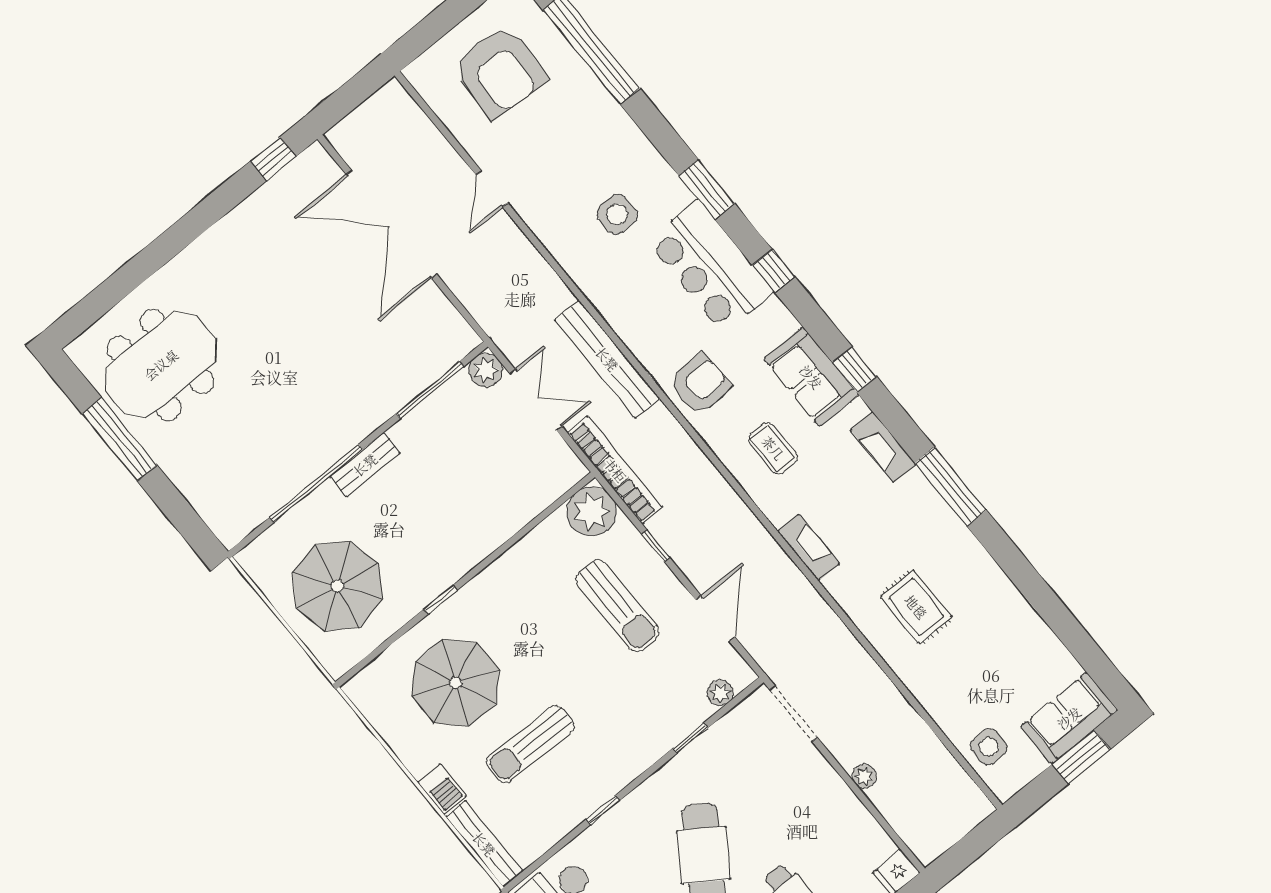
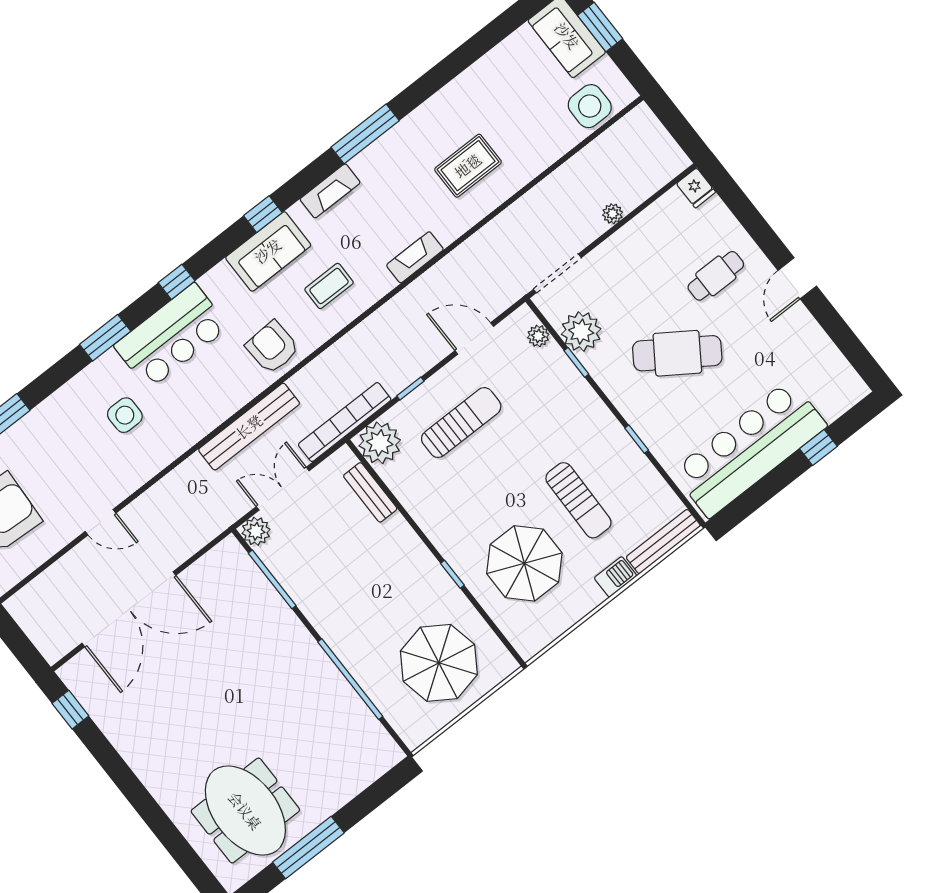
bench: (365, 465) -> (370, 492), moved
plant: (726, 743) -> (581, 332), added
side table: (989, 747) -> (590, 106), width x1.37, depth x1.37

